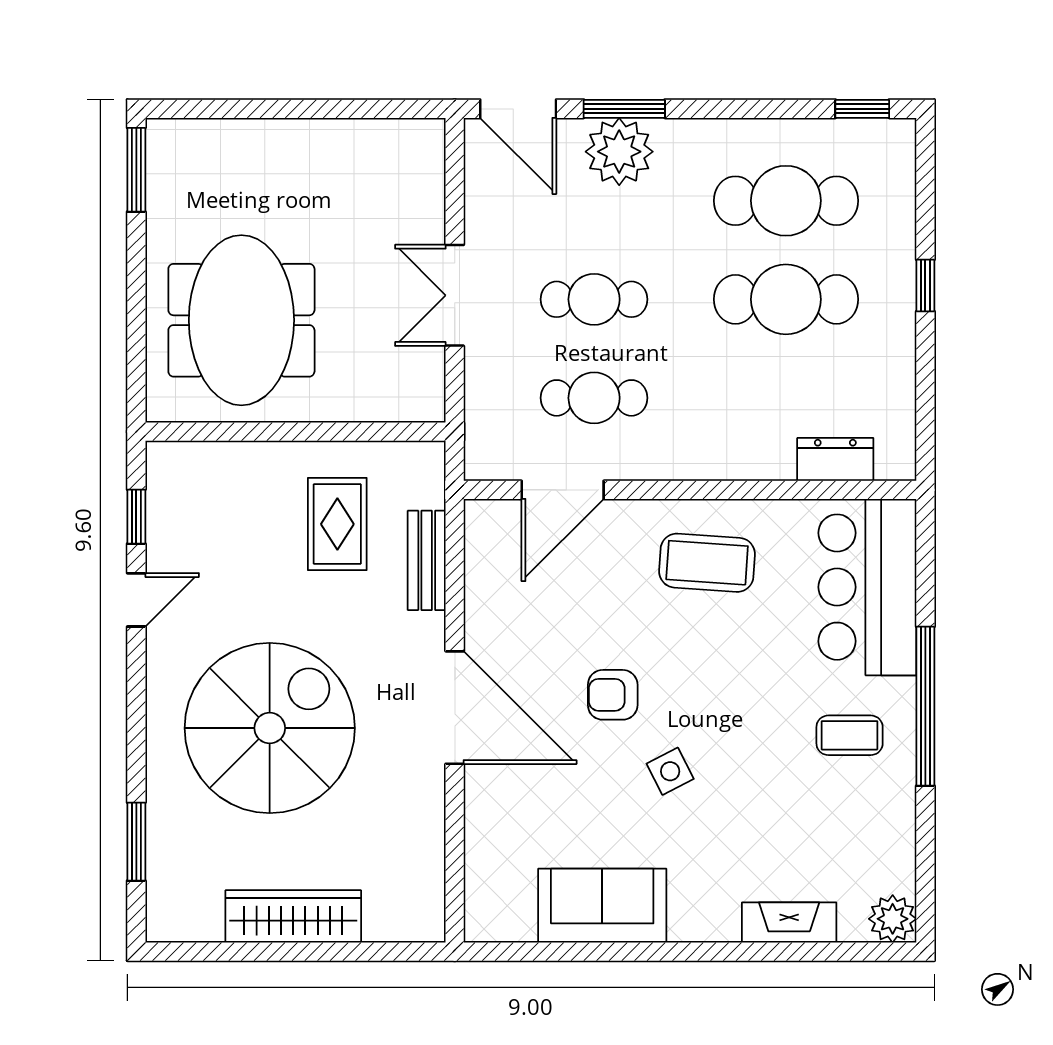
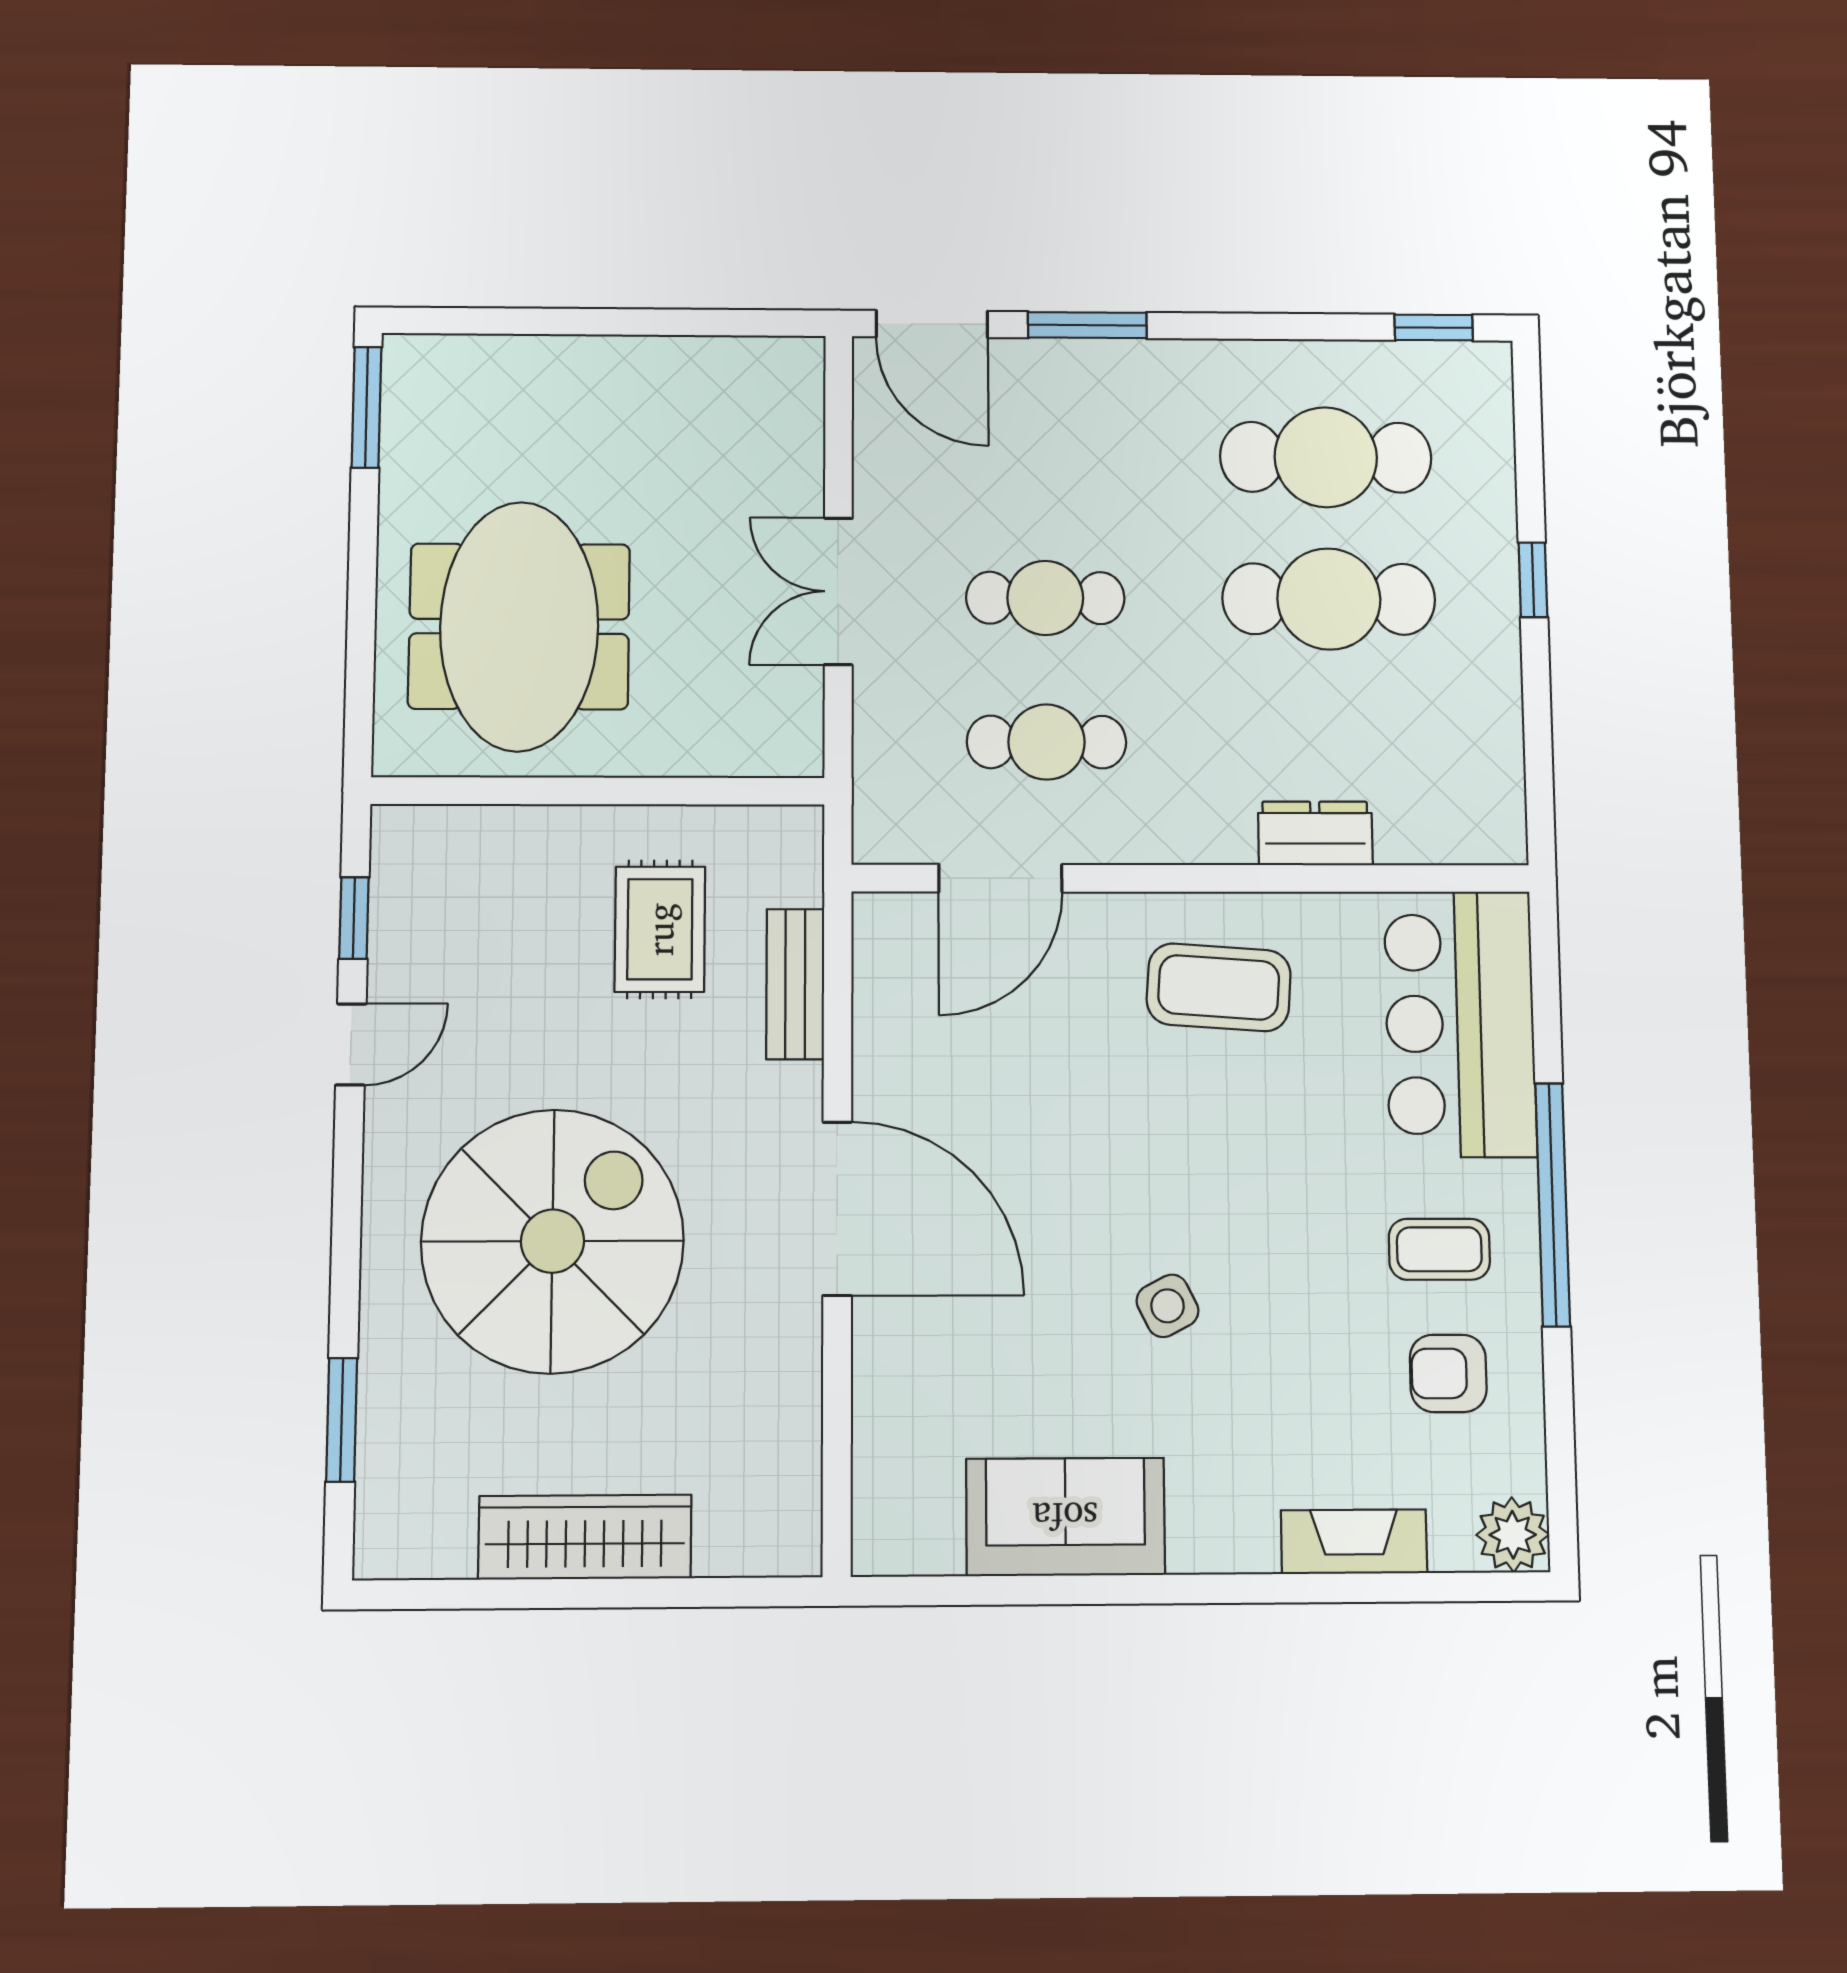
plant: (619, 152) -> (1080, 386), removed
dresser: (835, 459) -> (1315, 833), moved
armchair: (613, 695) -> (1448, 1373), moved

